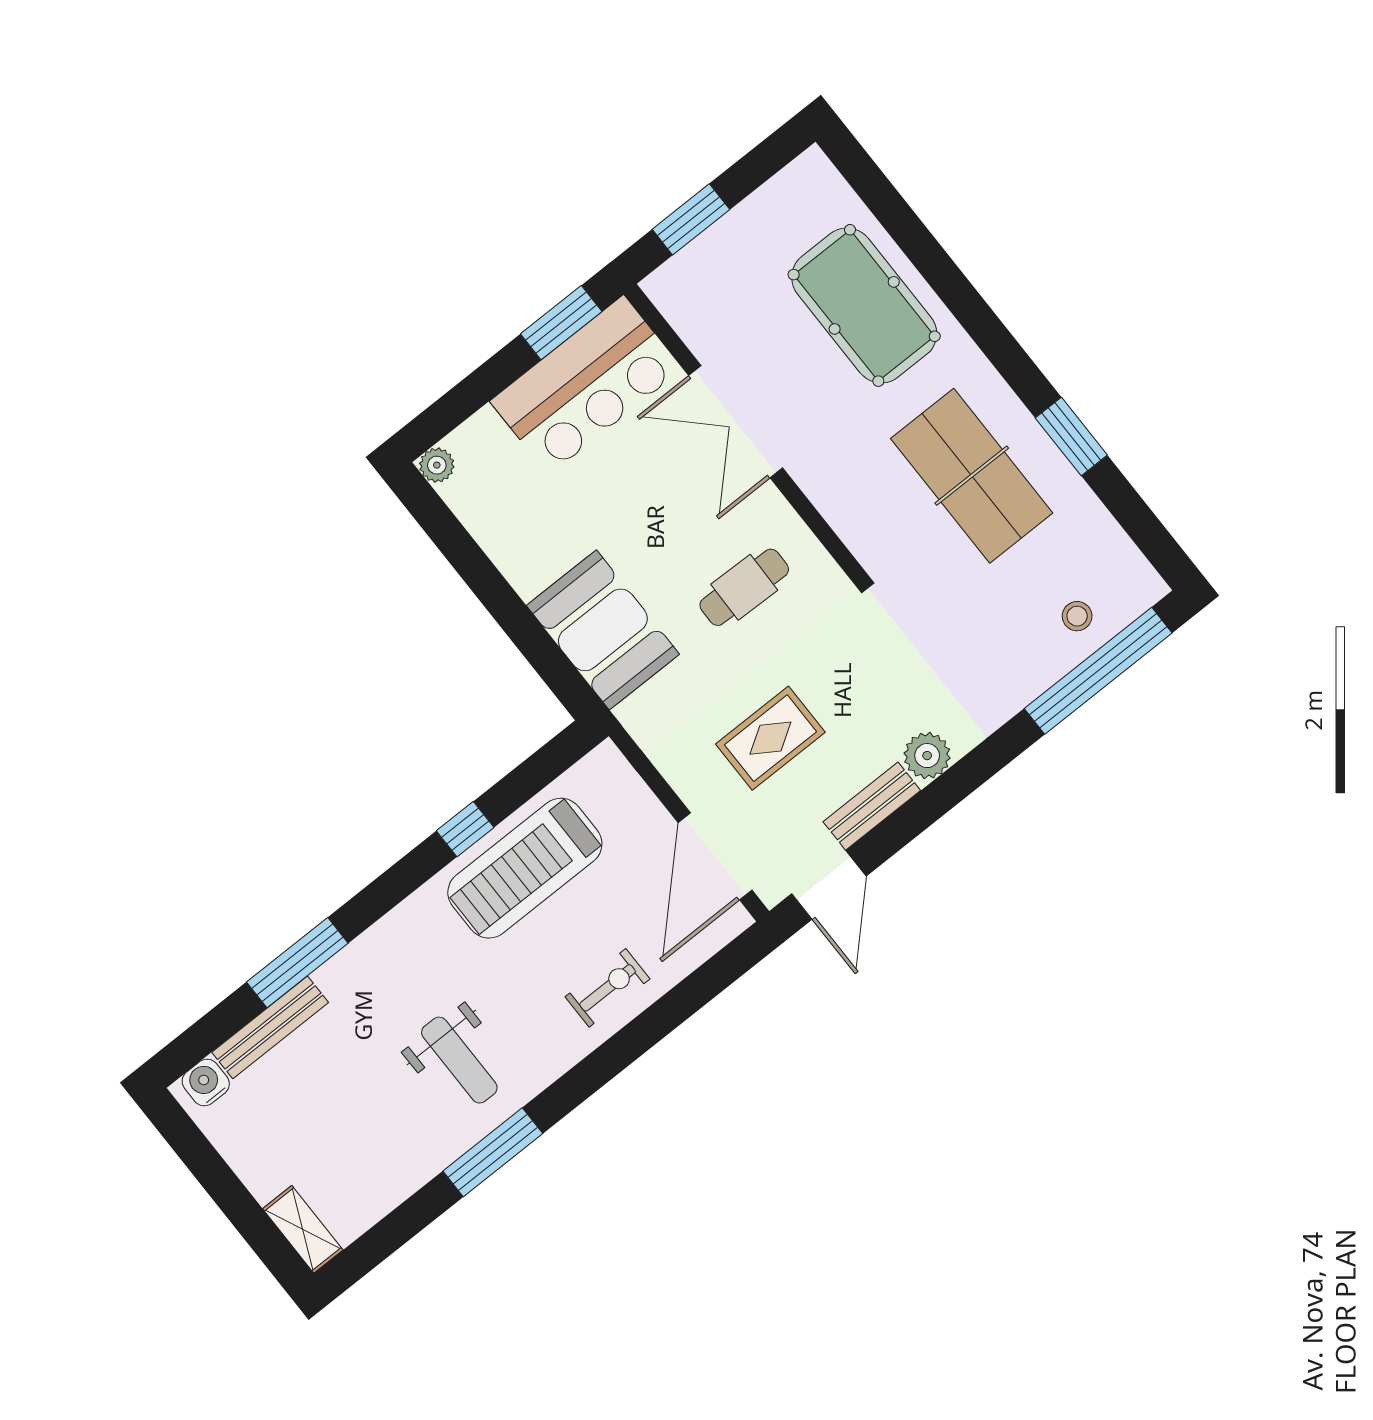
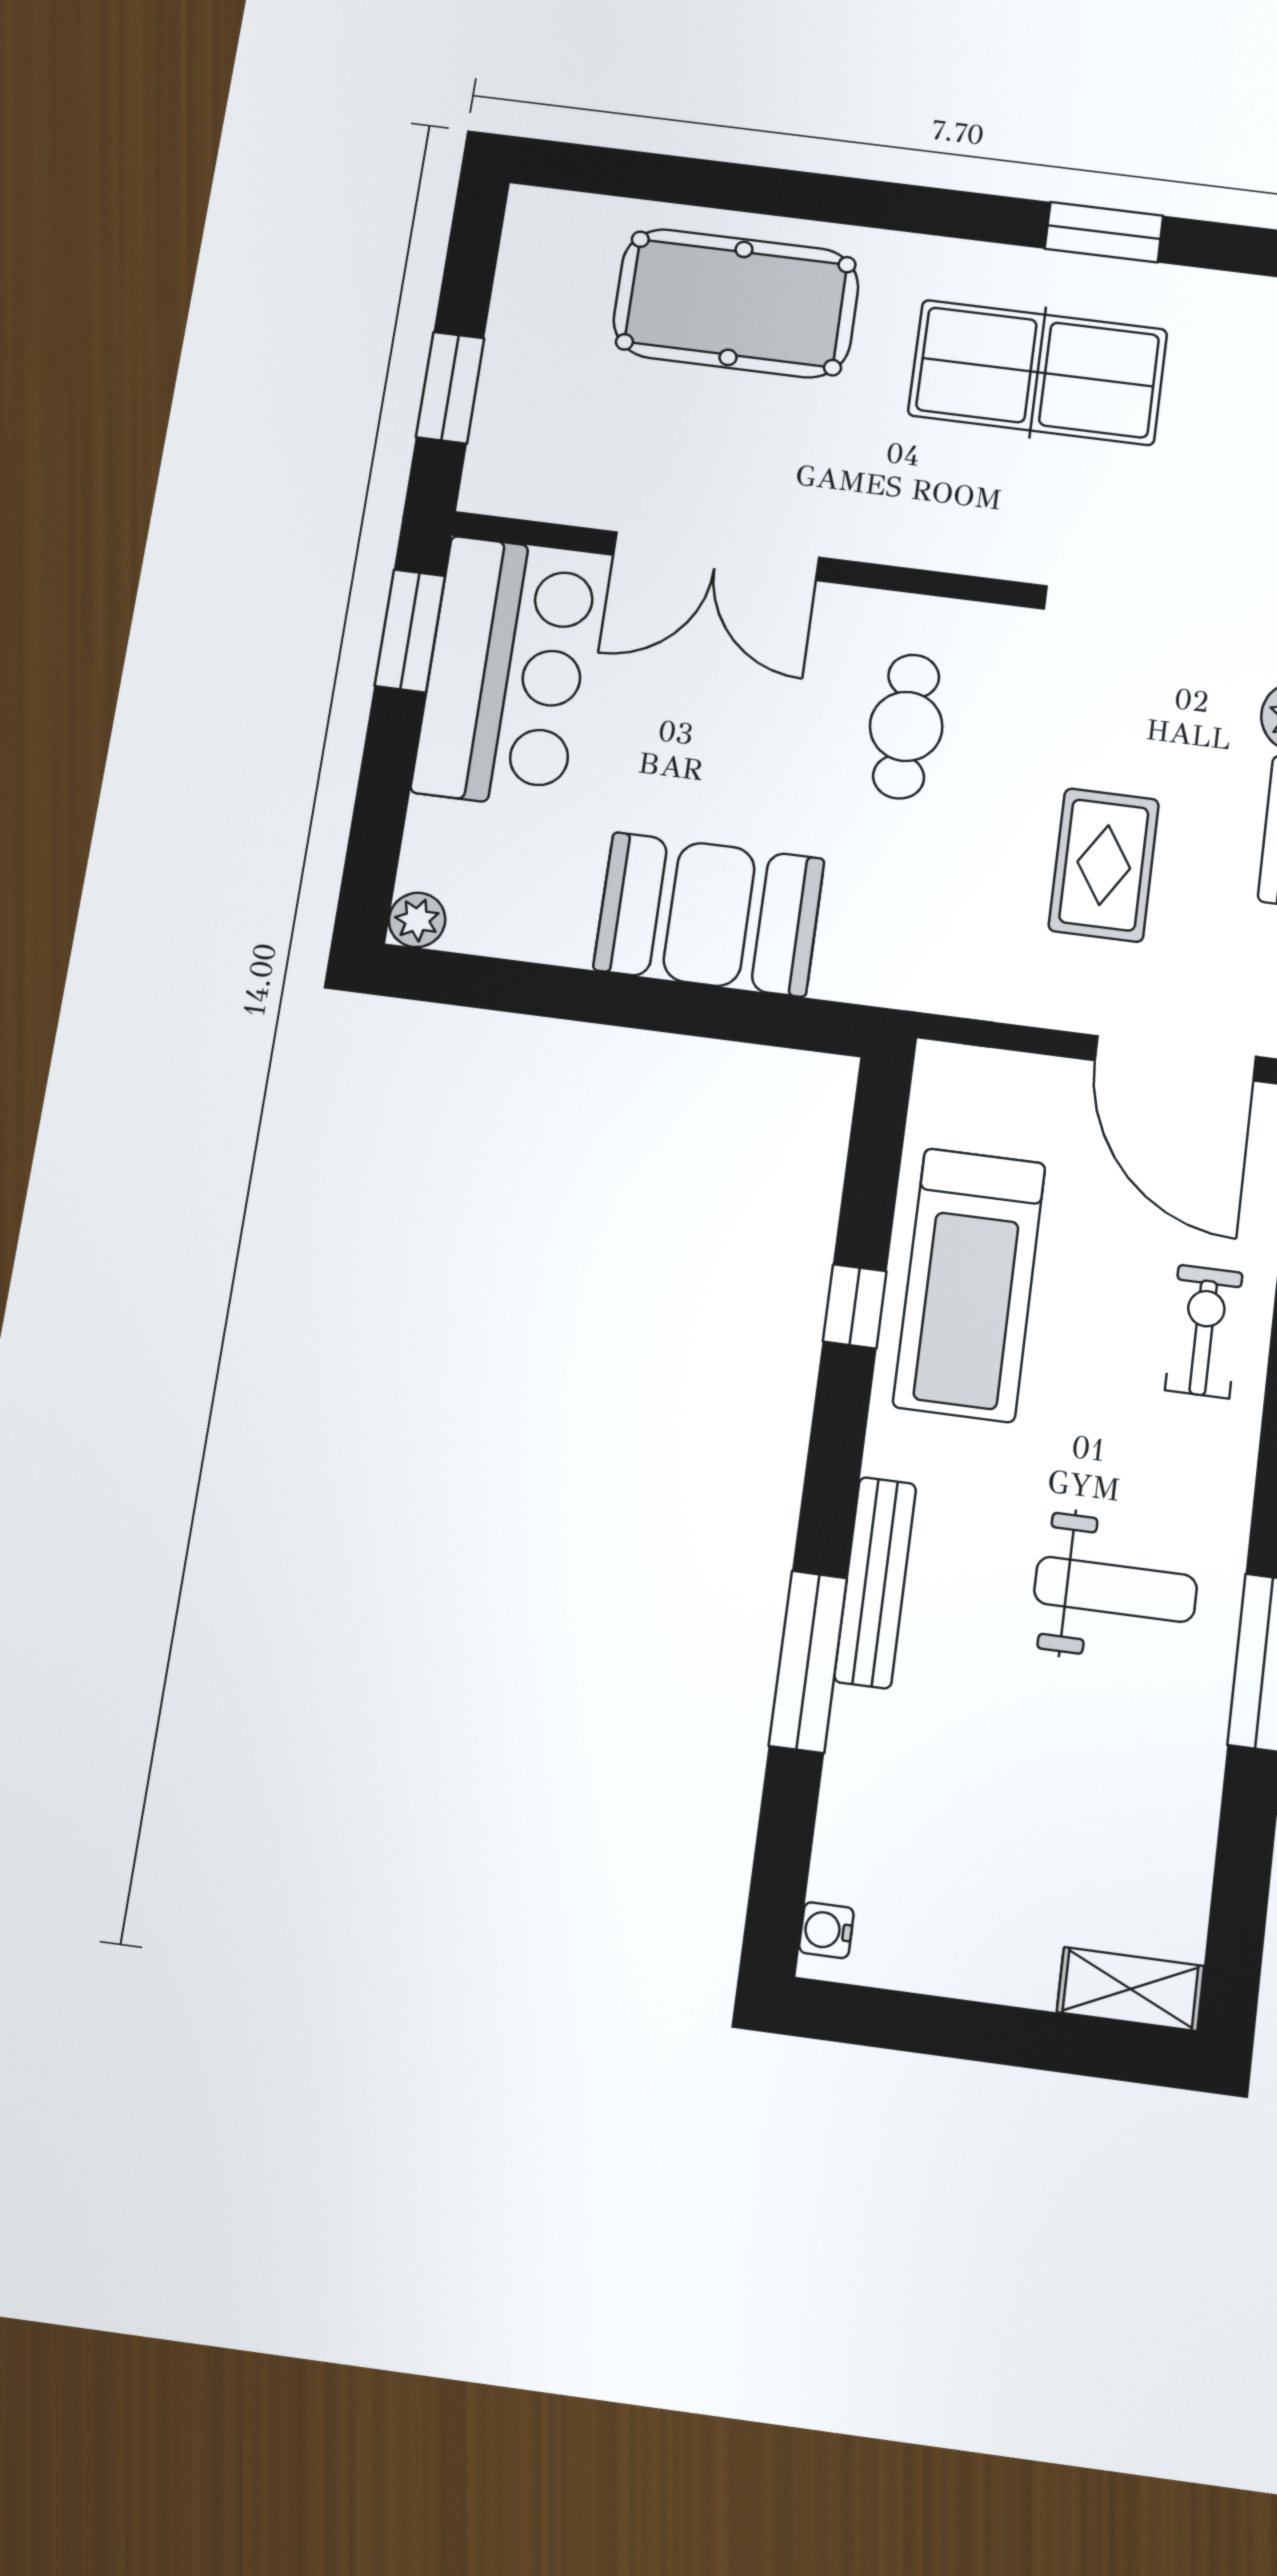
booth: (603, 630) -> (709, 914), moved
bench: (270, 1027) -> (875, 1582), moved
water cooler: (206, 1082) -> (826, 1930), width x0.72, depth x0.72

